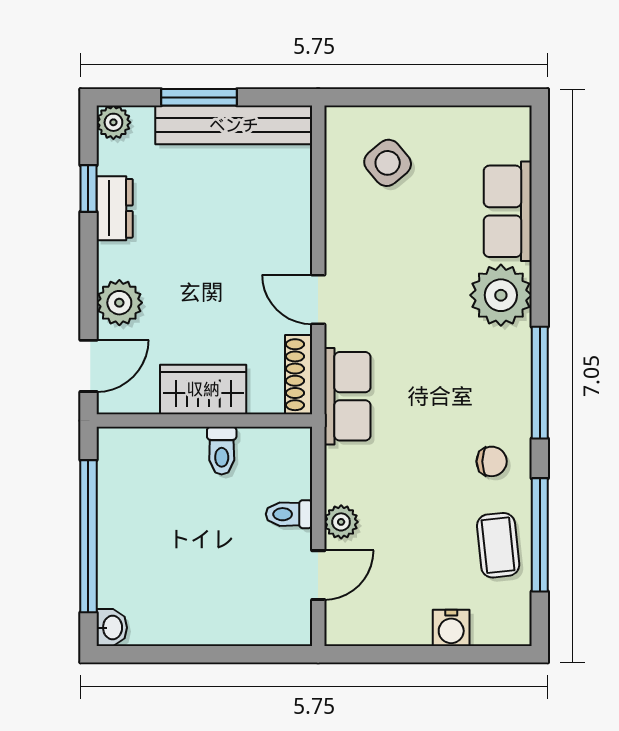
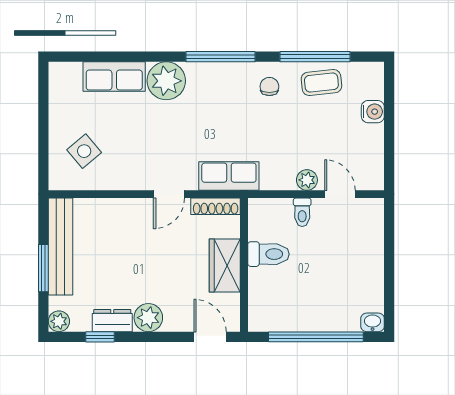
plant: (119, 303) -> (148, 318), moved
toilet: (222, 451) -> (268, 254), width x1.37, depth x1.39

